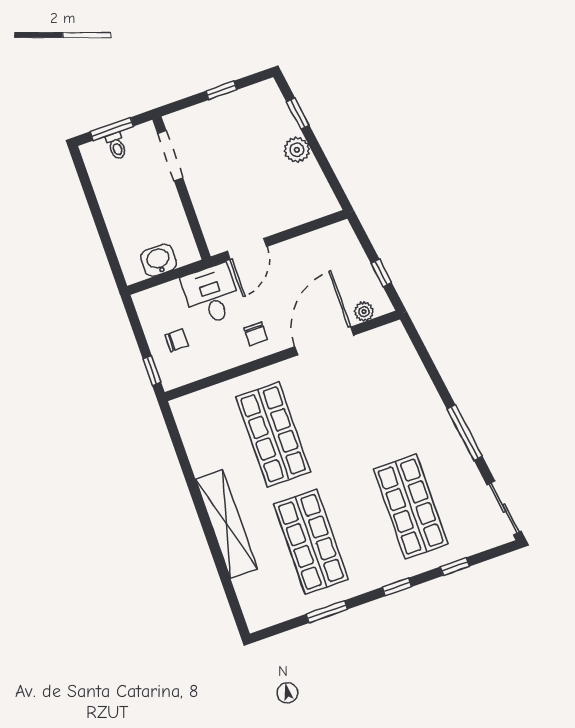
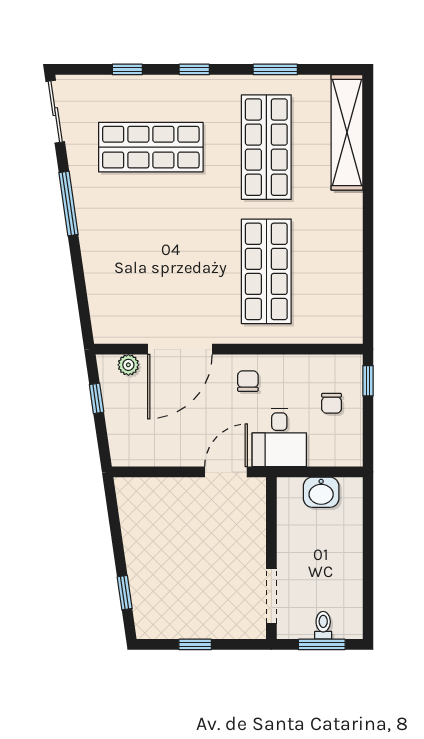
plant: (297, 150) -> (139, 556), removed
chair: (177, 340) -> (332, 403), turned -90
shop shelf: (411, 507) -> (151, 147), turned 90
shelving: (226, 524) -> (347, 132), moved

